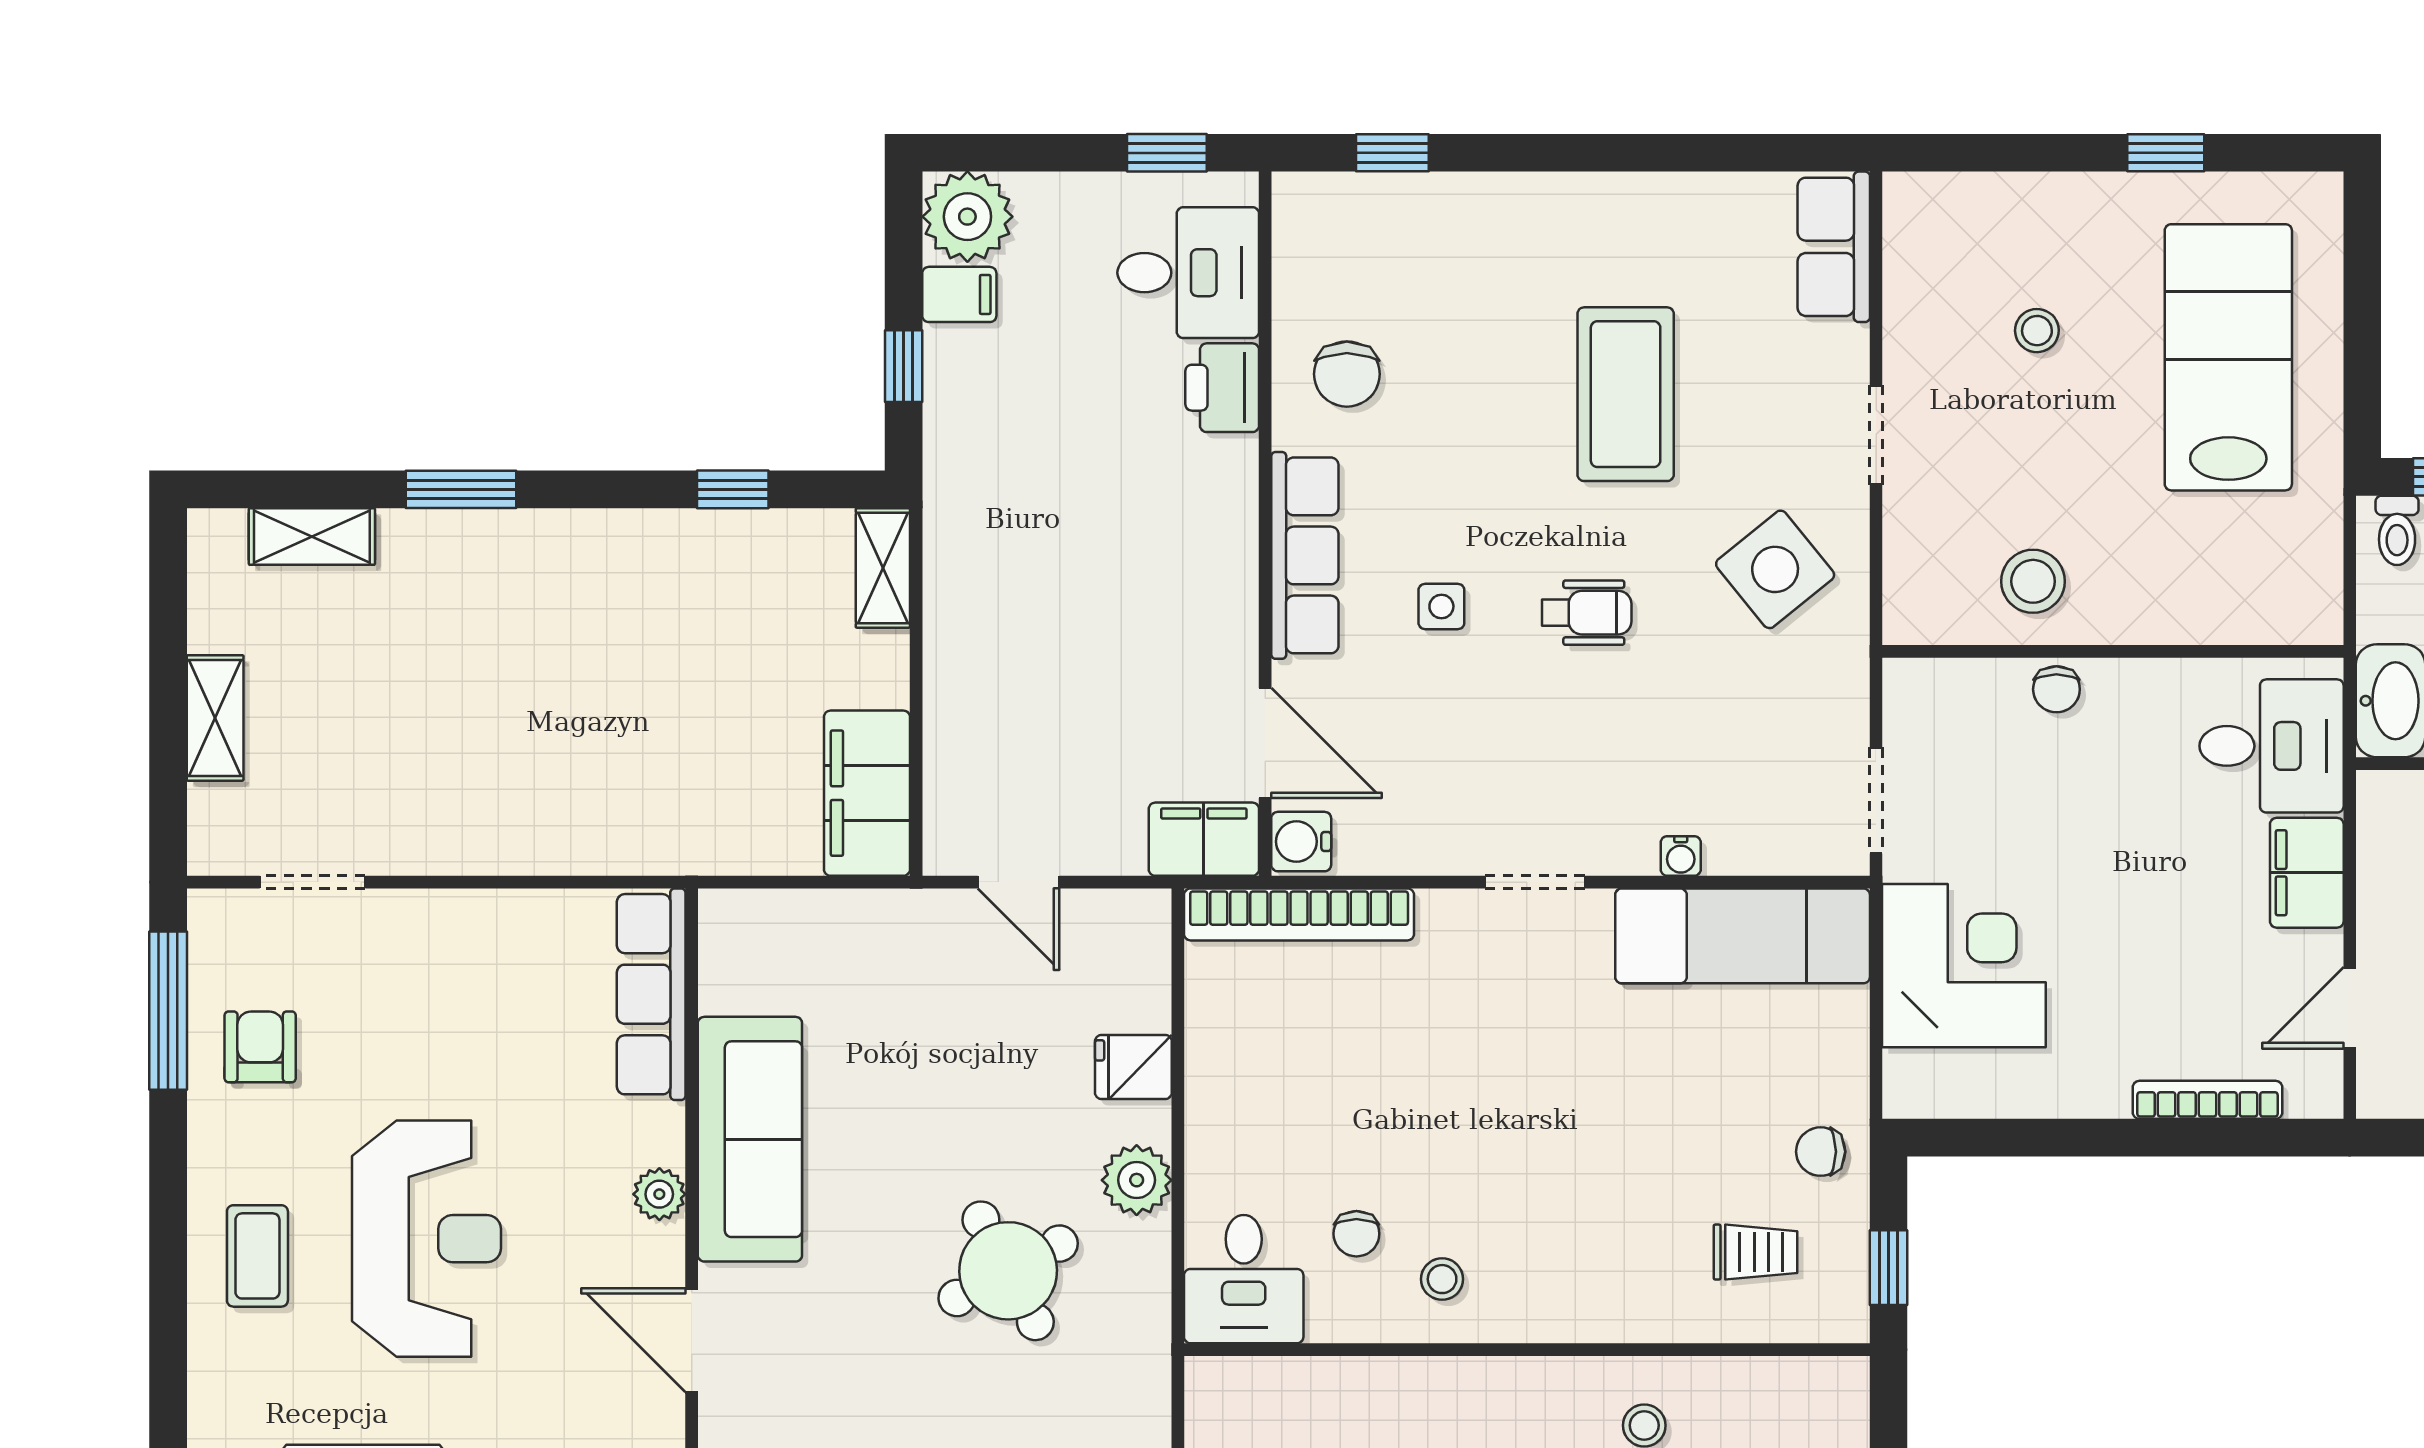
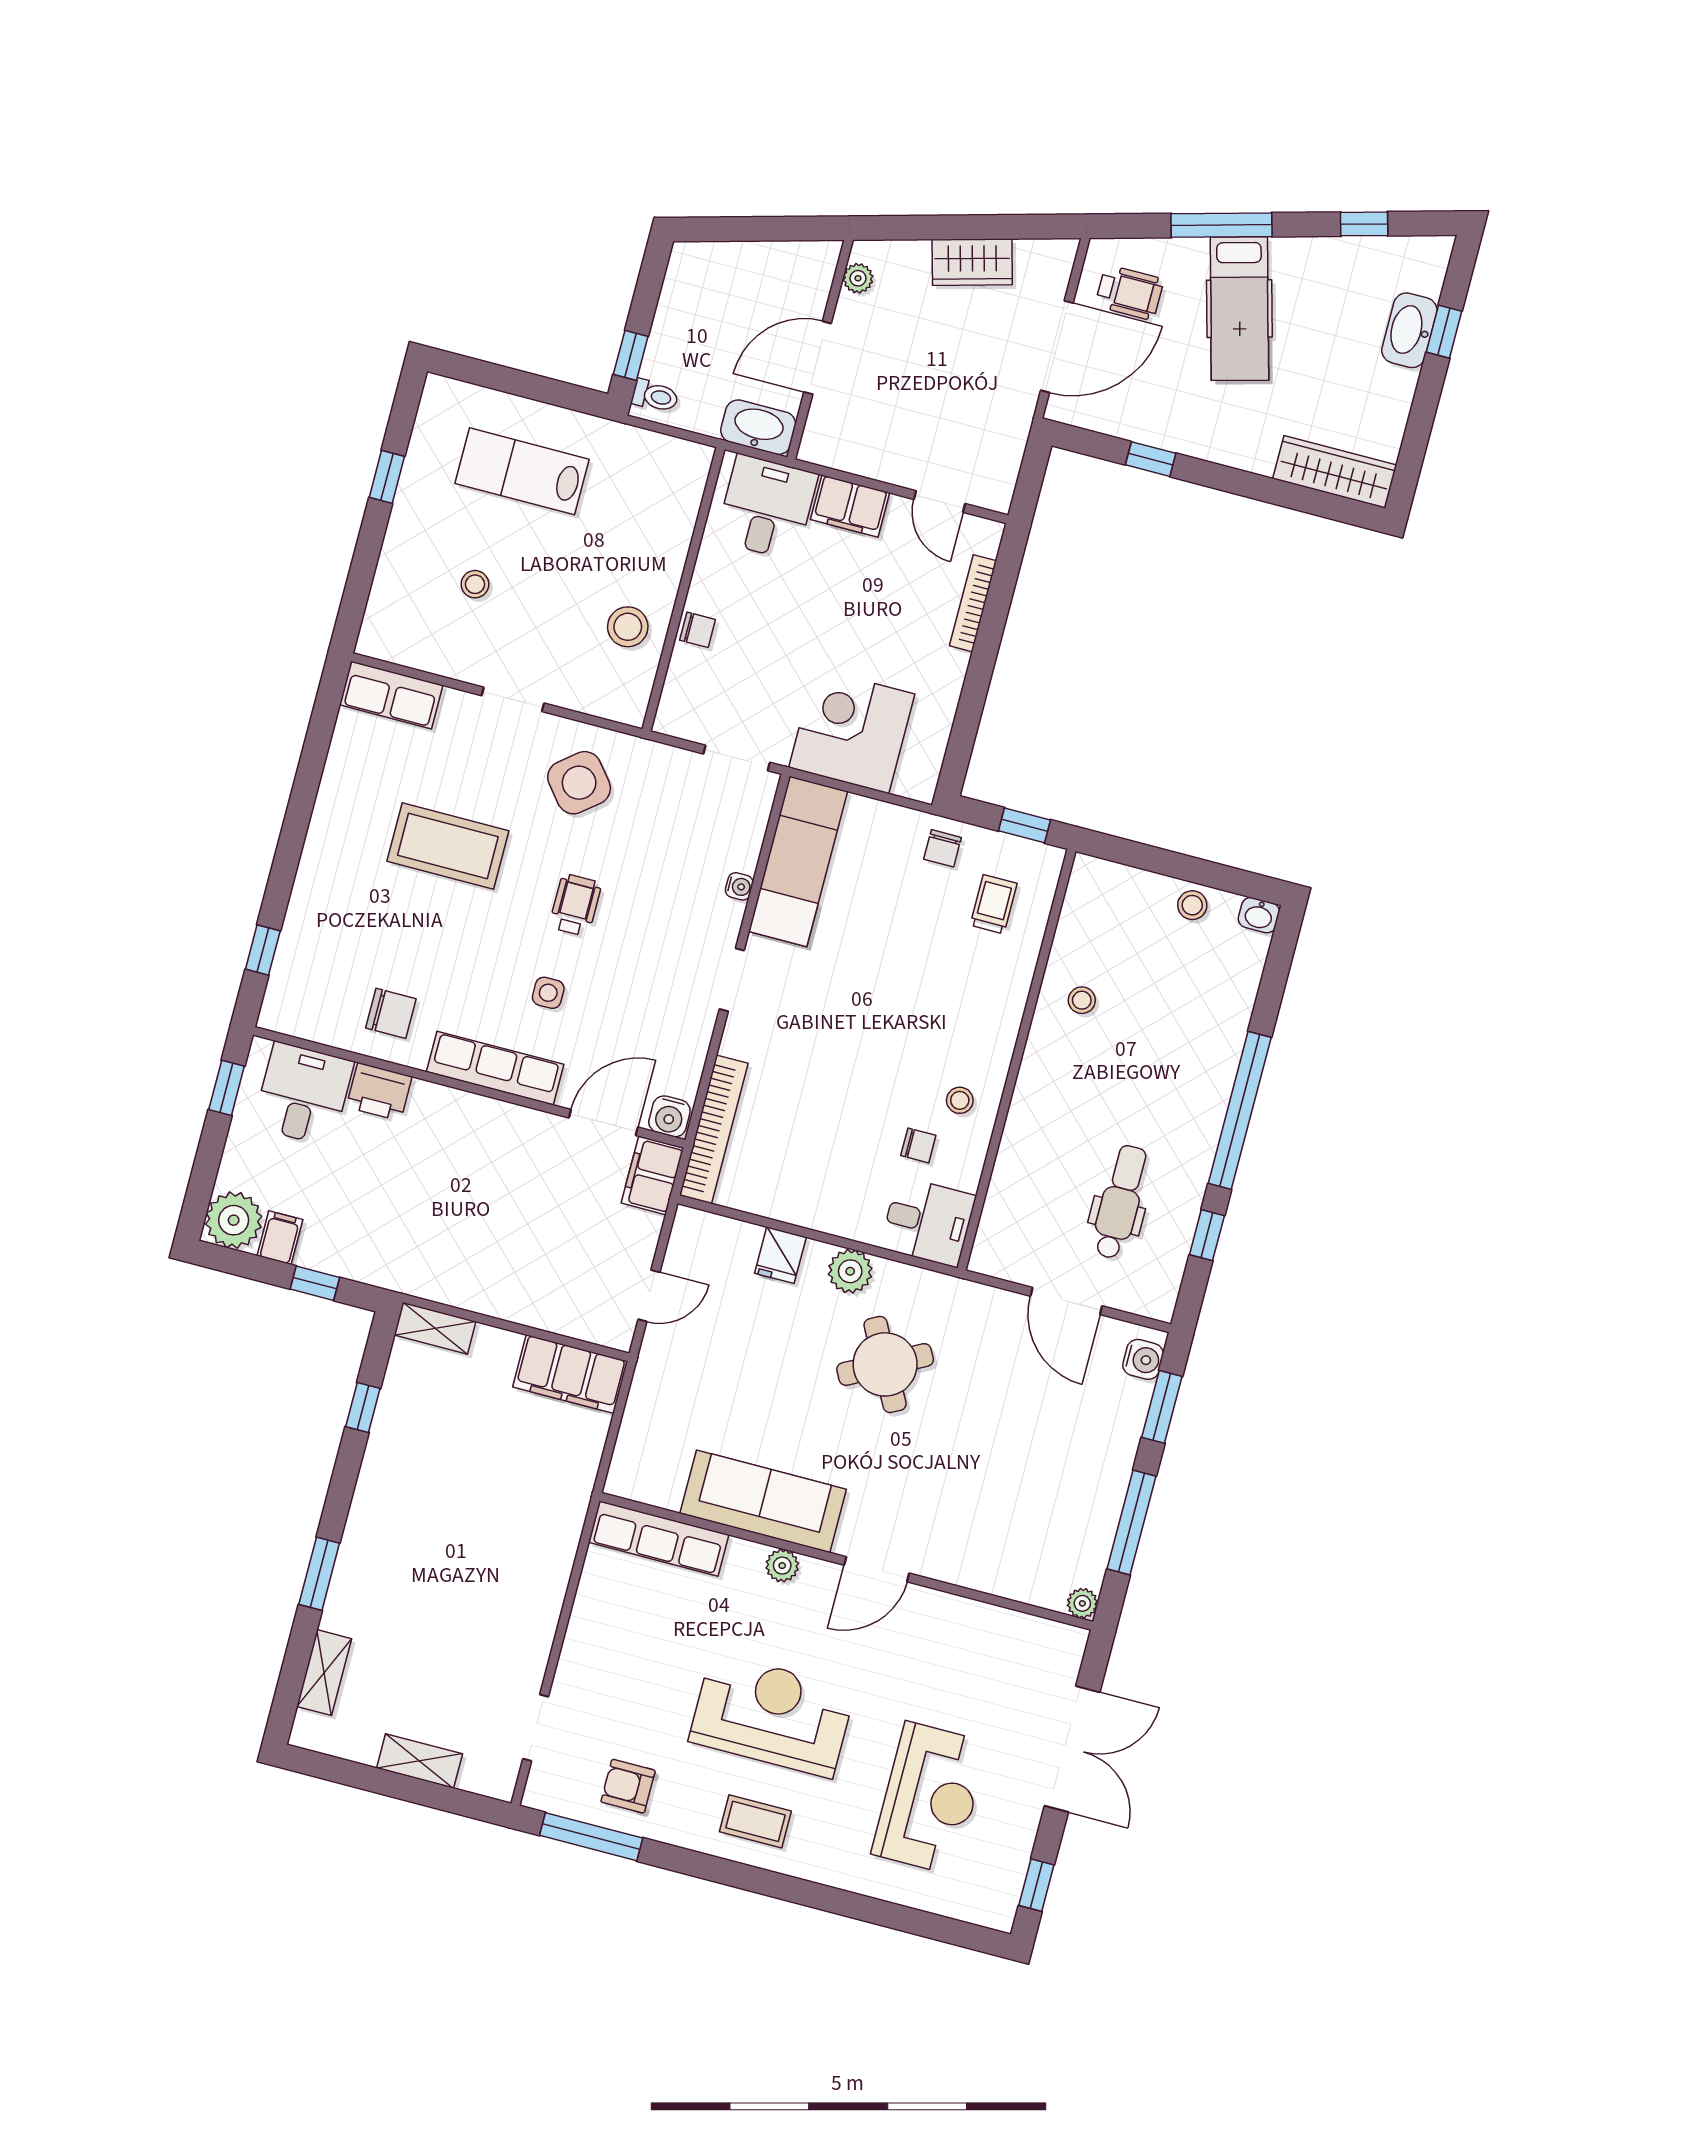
lab bench: (2228, 357) -> (522, 471), width x0.73, depth x0.72

